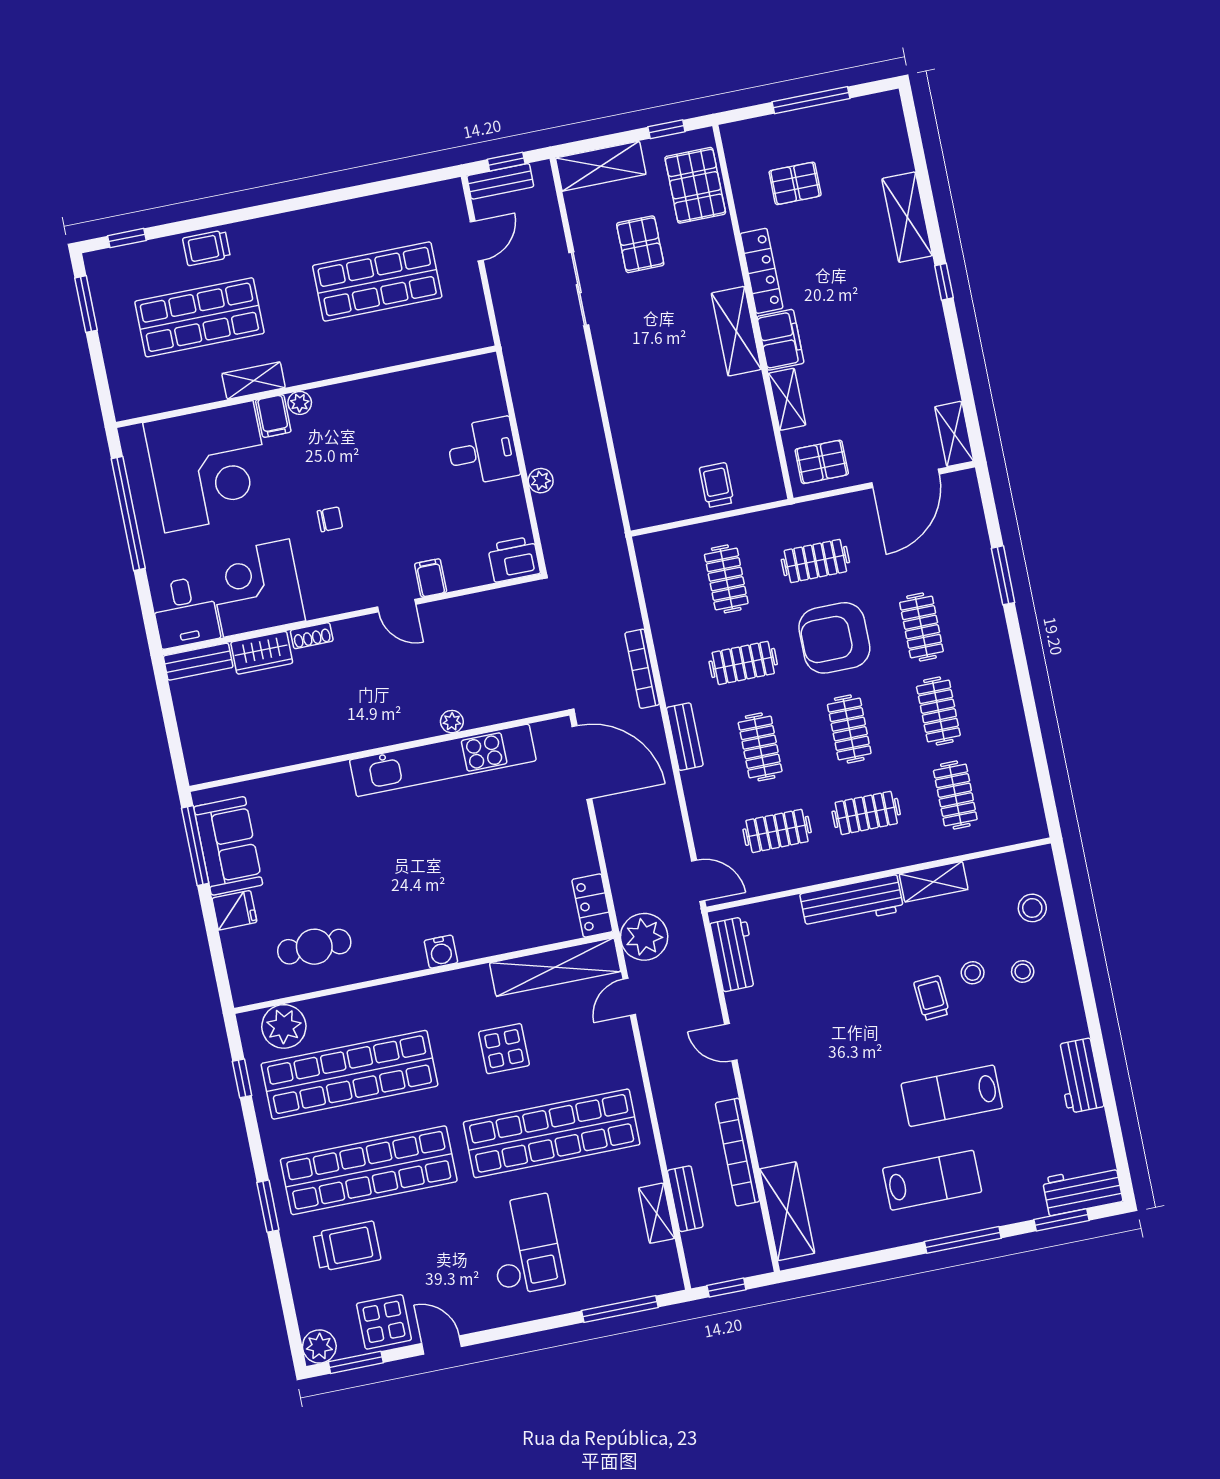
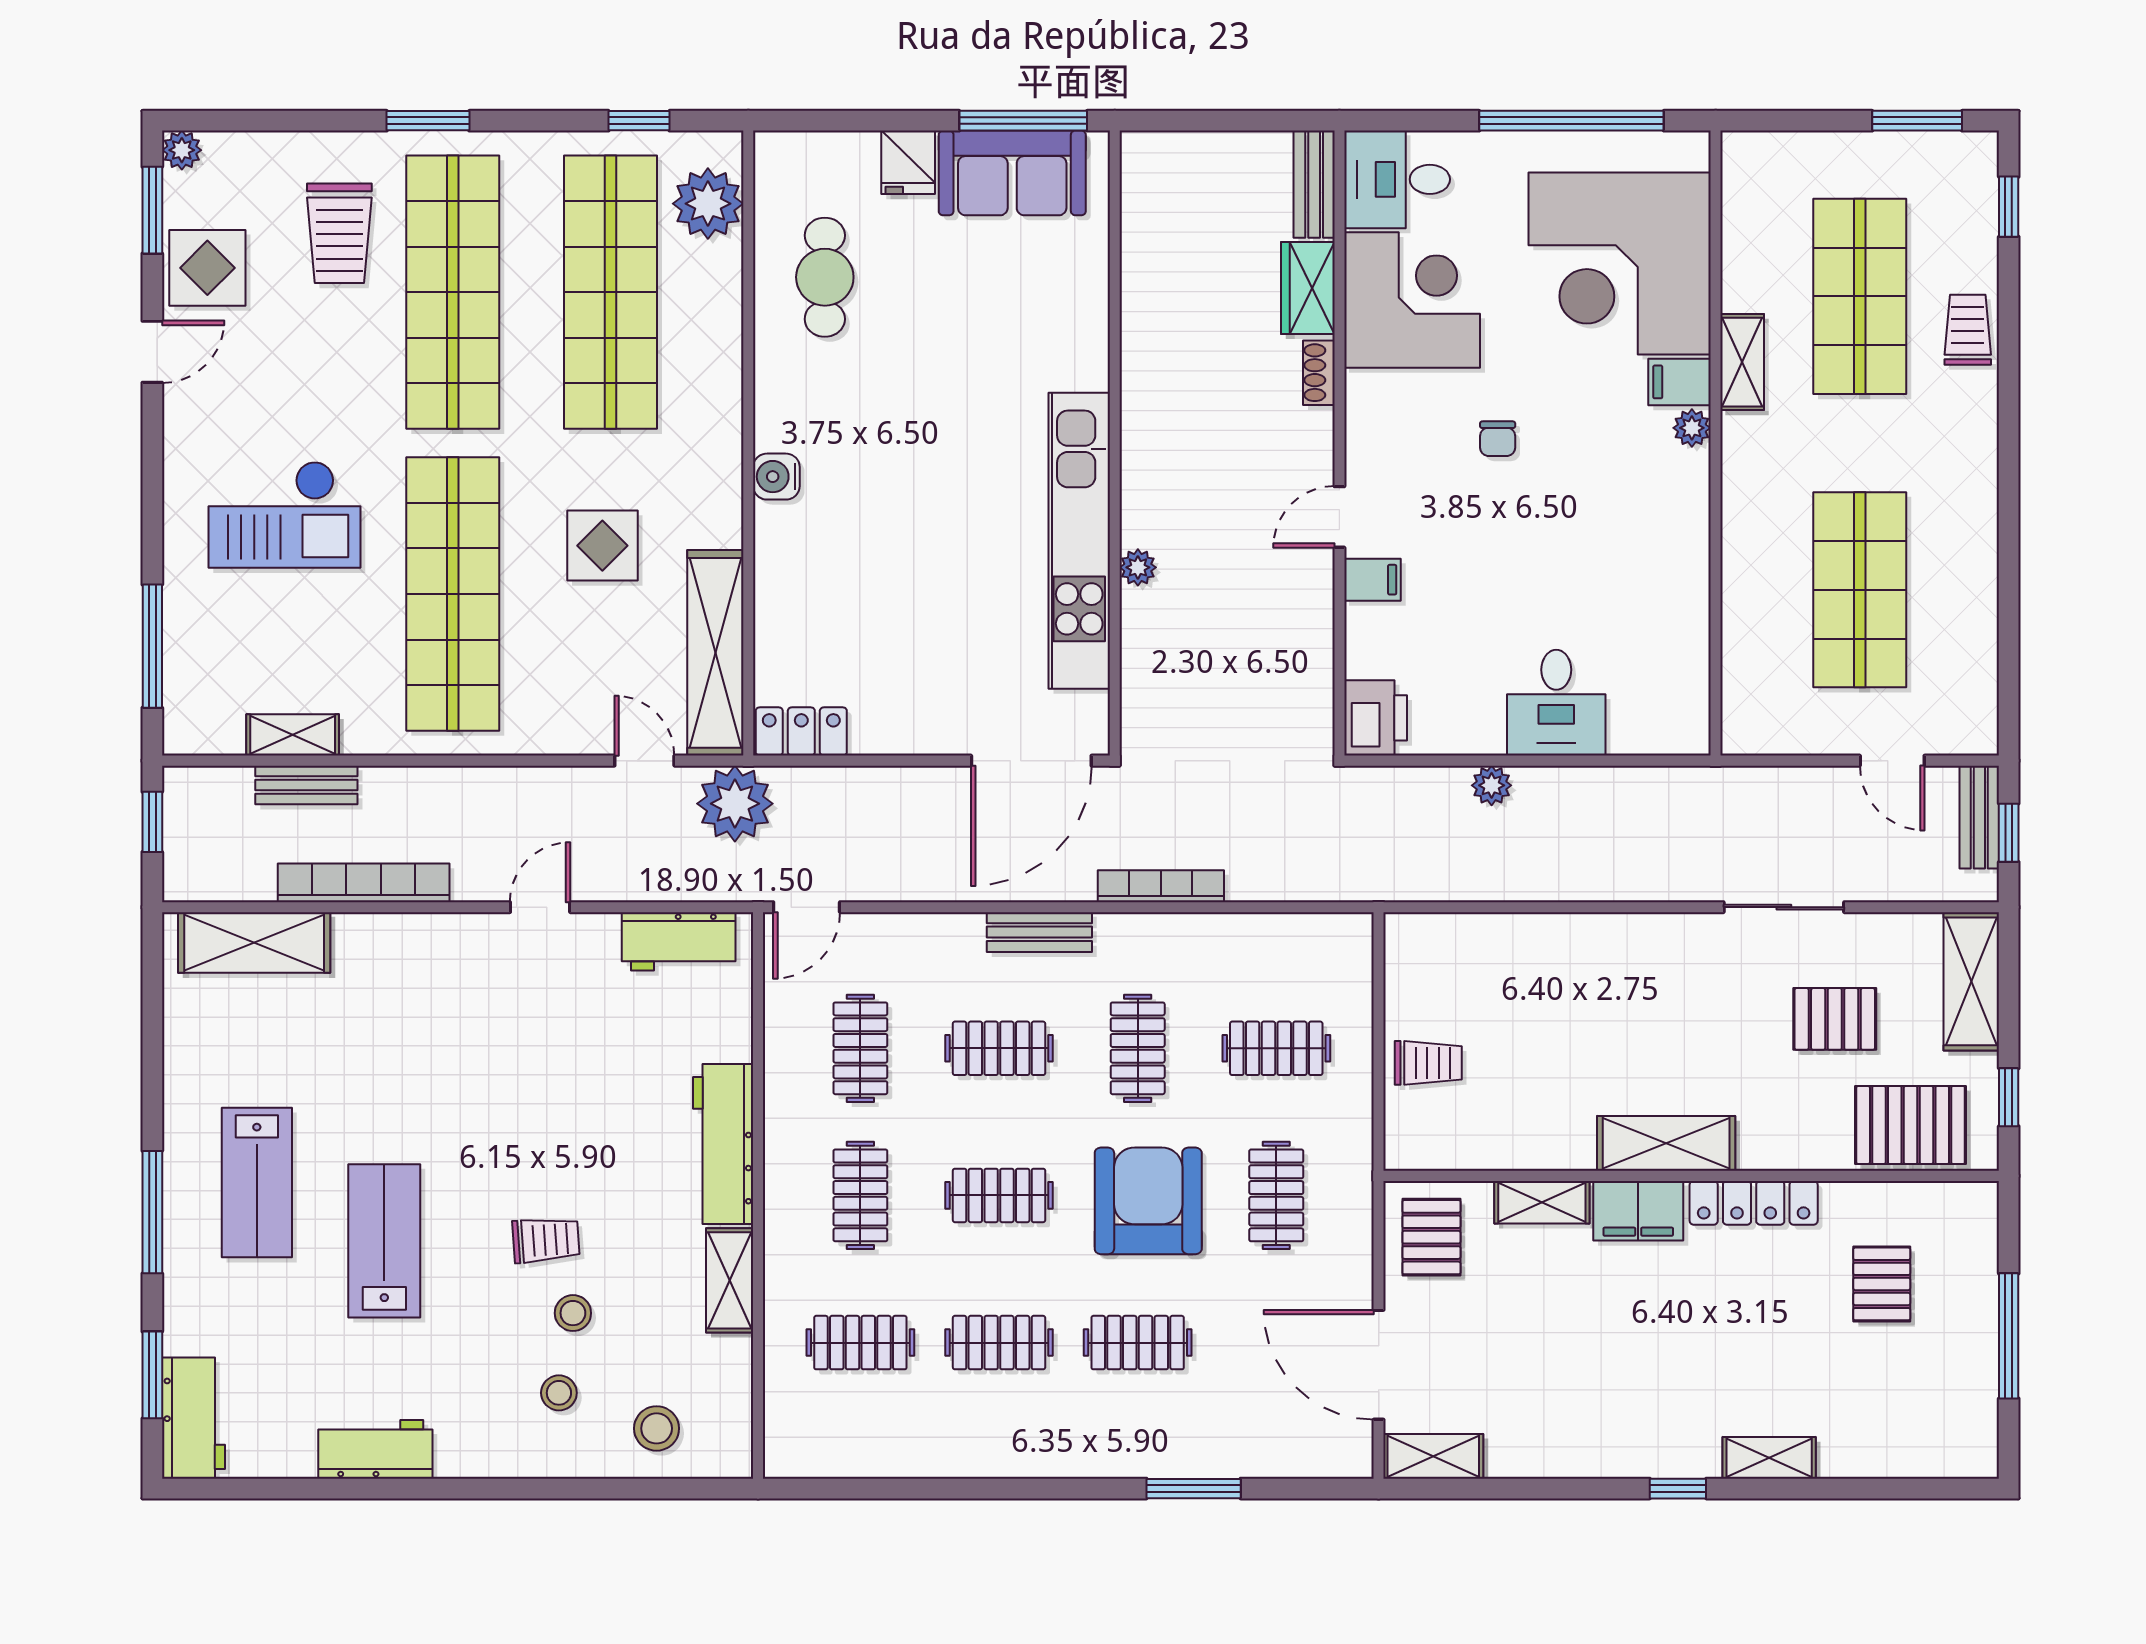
shelving: (907, 217) -> (1769, 1458), width x0.67, depth x0.75
plant: (319, 1346) -> (182, 150), width x0.73, depth x0.73

